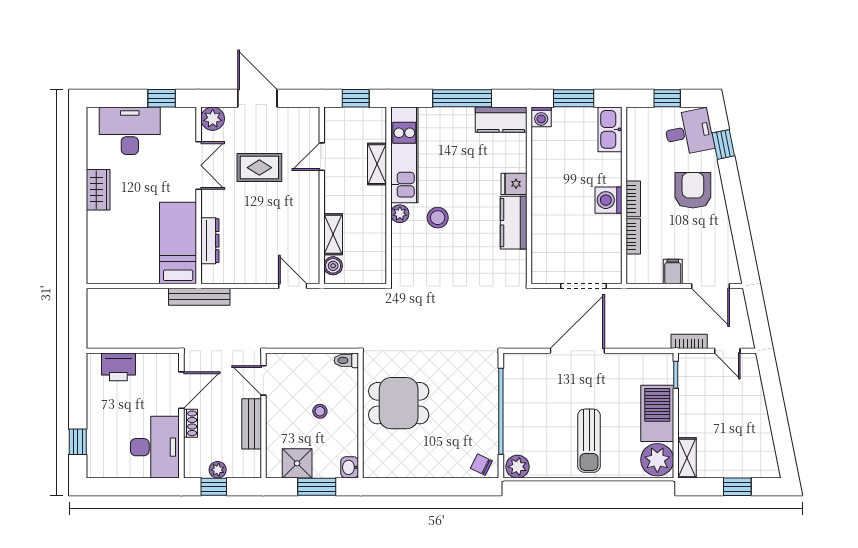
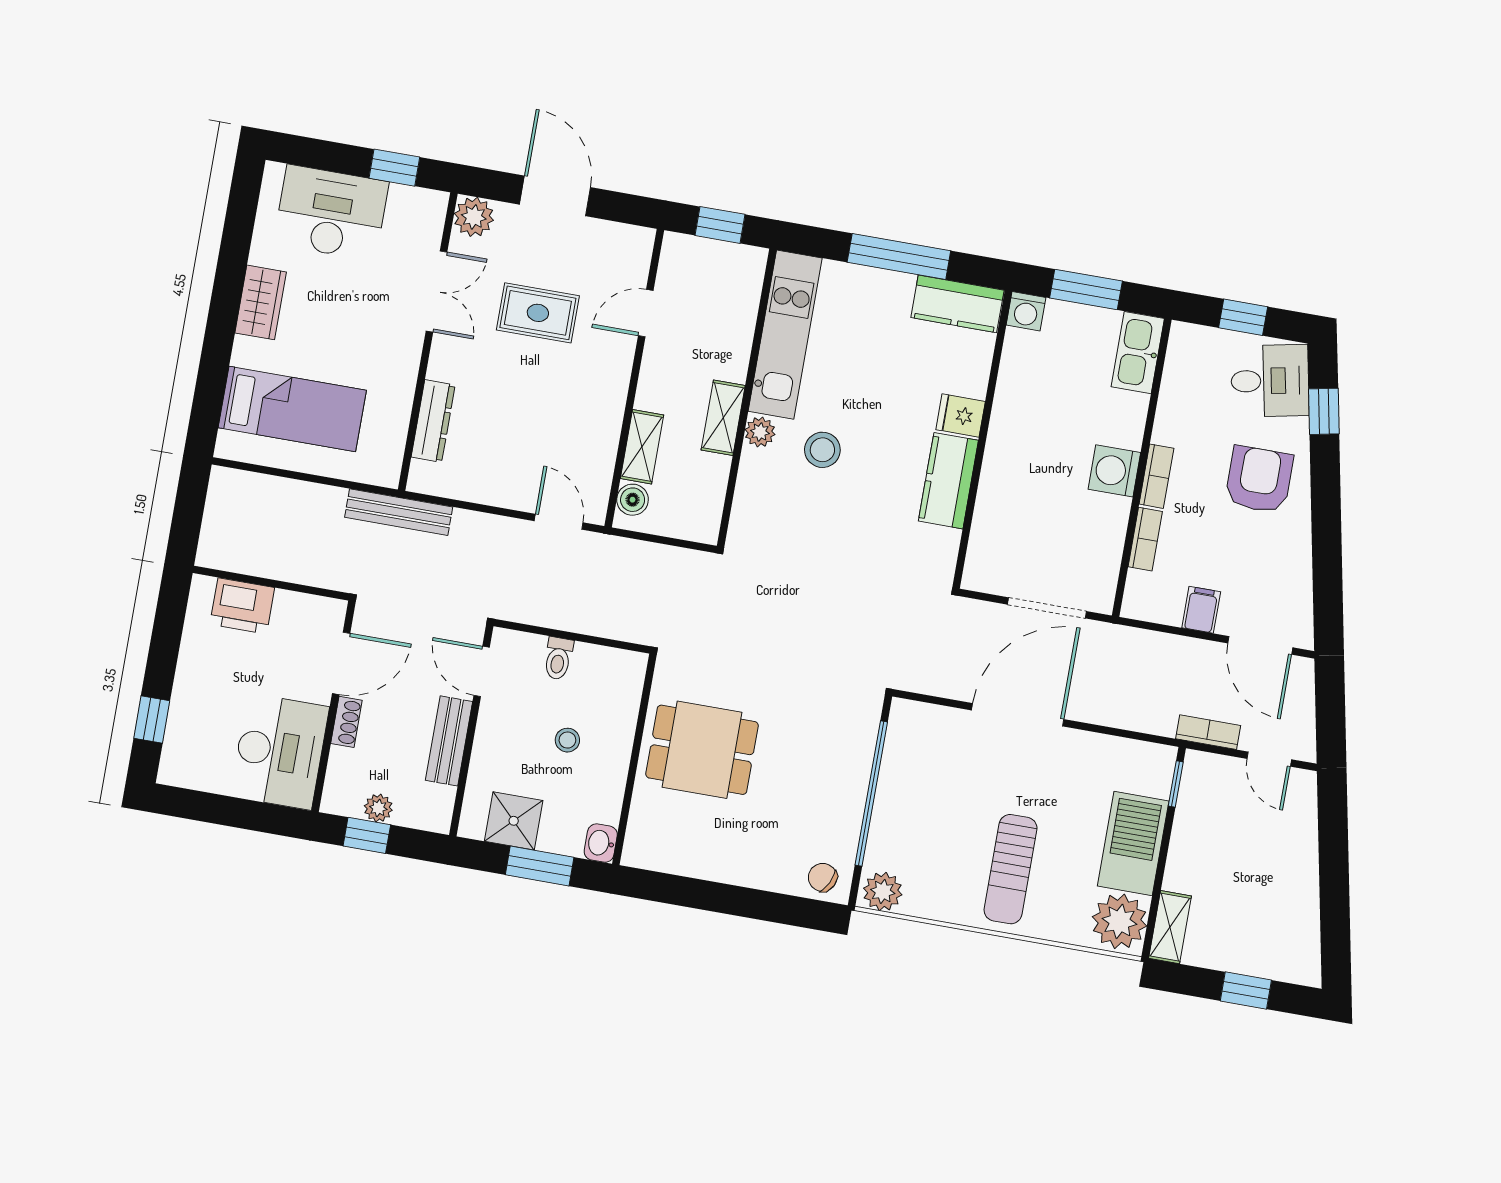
shelving: (377, 164) -> (723, 418), moved
bed: (178, 243) -> (292, 409), moved, turned 90
toilet: (346, 360) -> (558, 658), moved, turned -90

